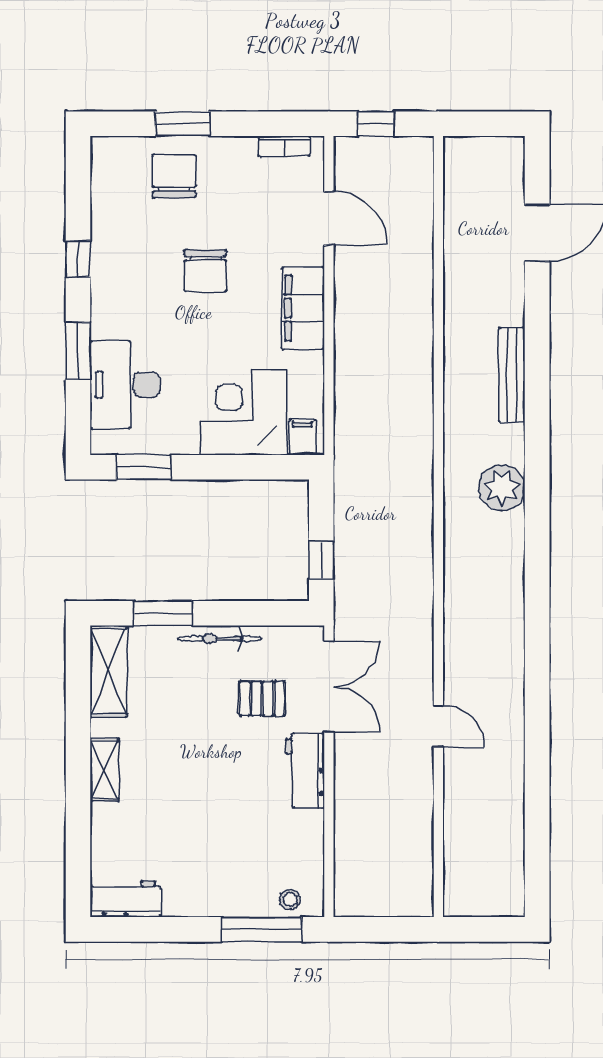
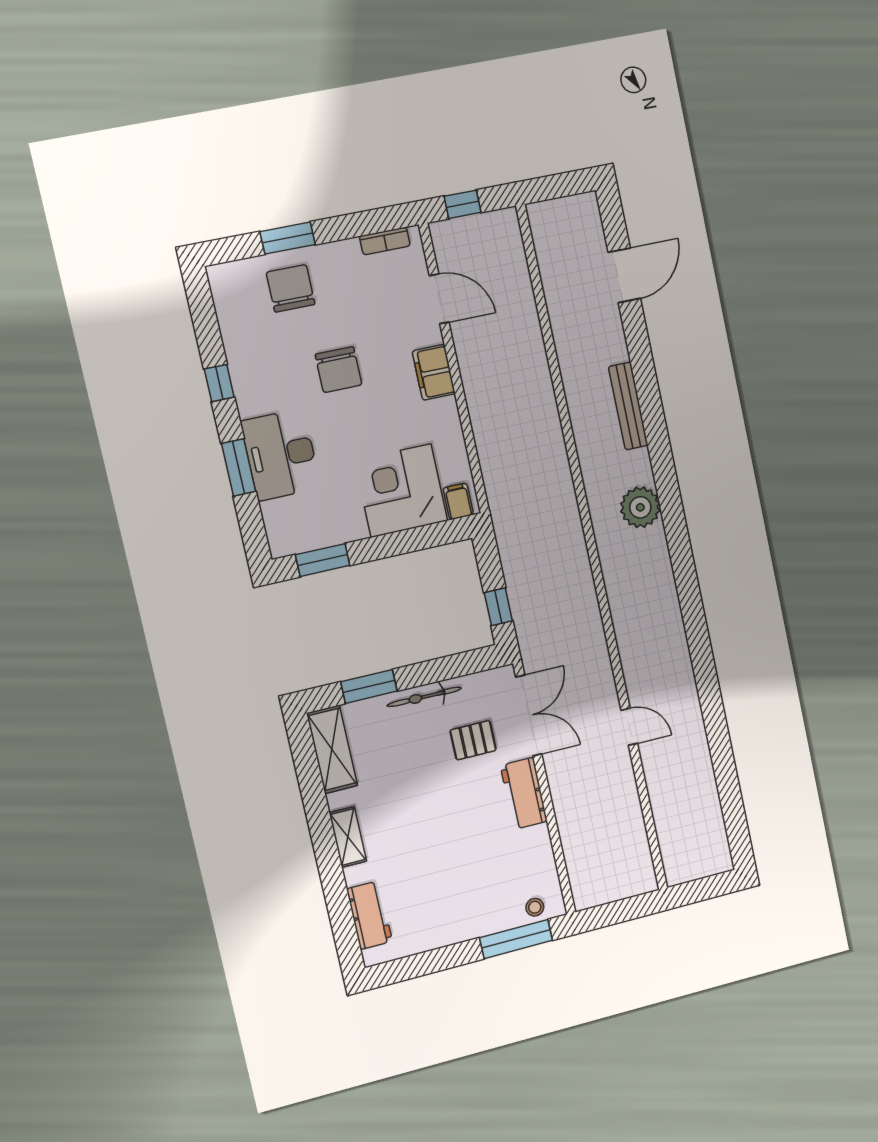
filing cabinet: (303, 308) -> (434, 372), width x0.67, depth x0.86
desk: (125, 385) -> (281, 455), moved
workbench: (125, 899) -> (369, 915), moved, turned 90

